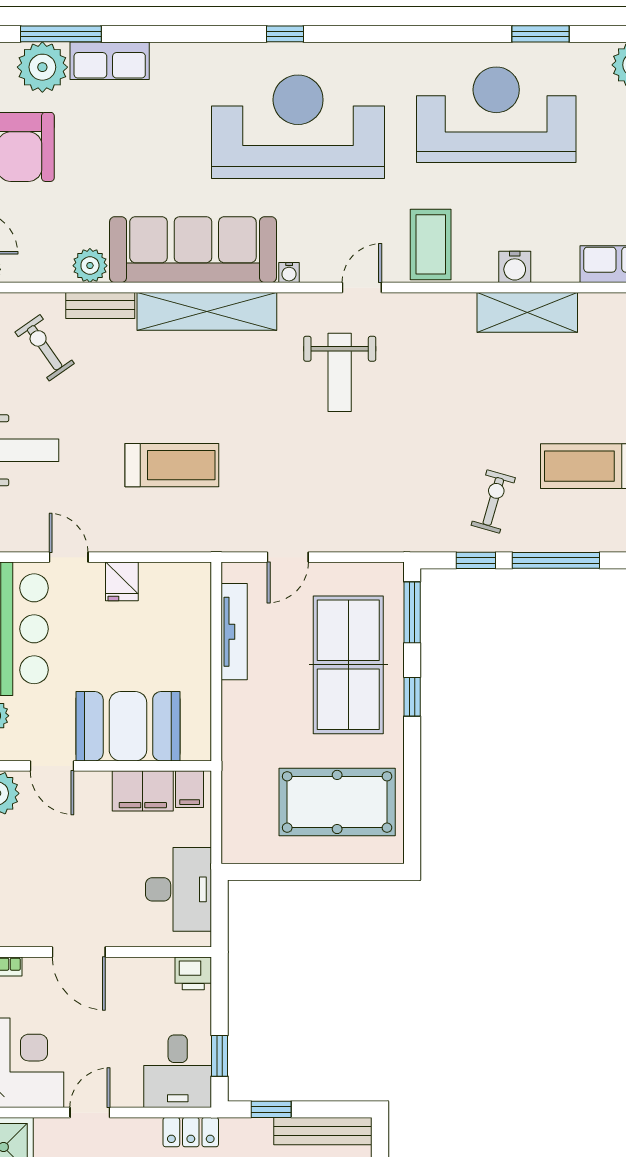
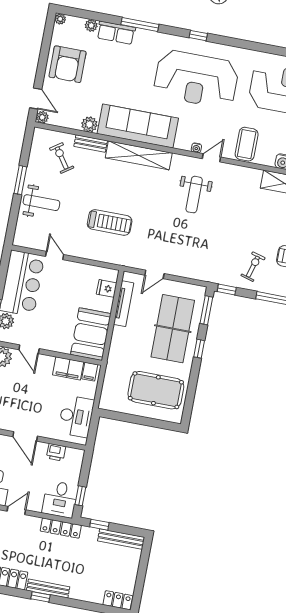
window: (61, 34) -> (140, 25), moved
plant: (42, 67) -> (91, 25), width x0.53, depth x0.53
reception desk: (298, 127) -> (196, 79), turned 180
water cooler: (289, 272) -> (196, 148), moved
window: (476, 560) -> (227, 290), moved
fridge: (122, 581) -> (107, 288), moved, turned 90
booth: (128, 726) -> (91, 334), moved, turned 90
printer: (193, 973) -> (56, 452), moved
locker: (191, 1132) -> (61, 528), width x1.53

